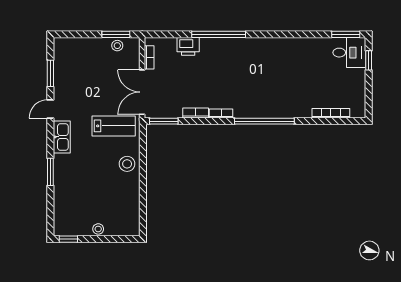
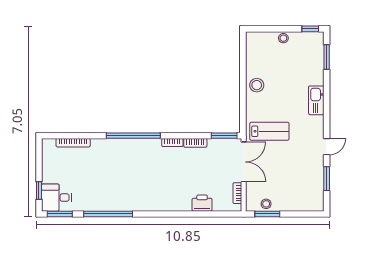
window: (219, 34) -> (108, 214), moved
lab bench: (114, 126) -> (269, 131), turned 180
kitchen sink: (62, 137) -> (316, 100), moved
stool: (127, 164) -> (257, 85), moved
window: (50, 172) -> (327, 57), moved

